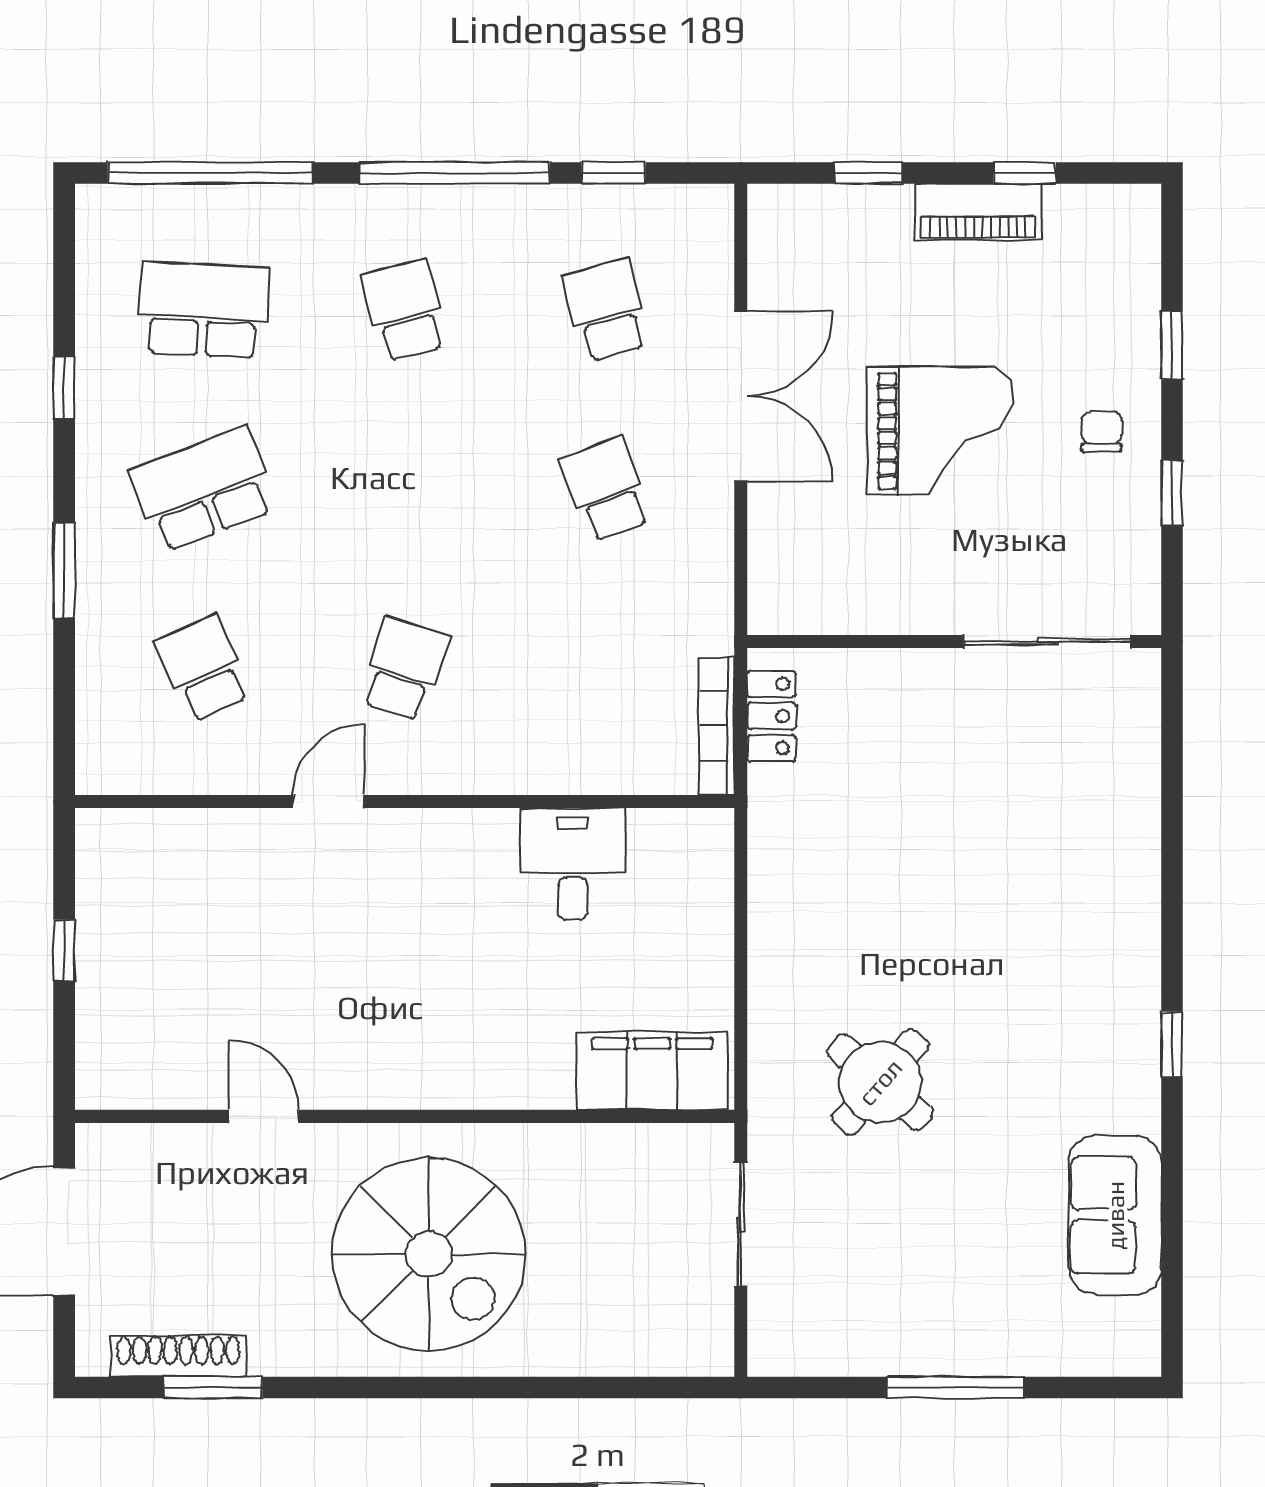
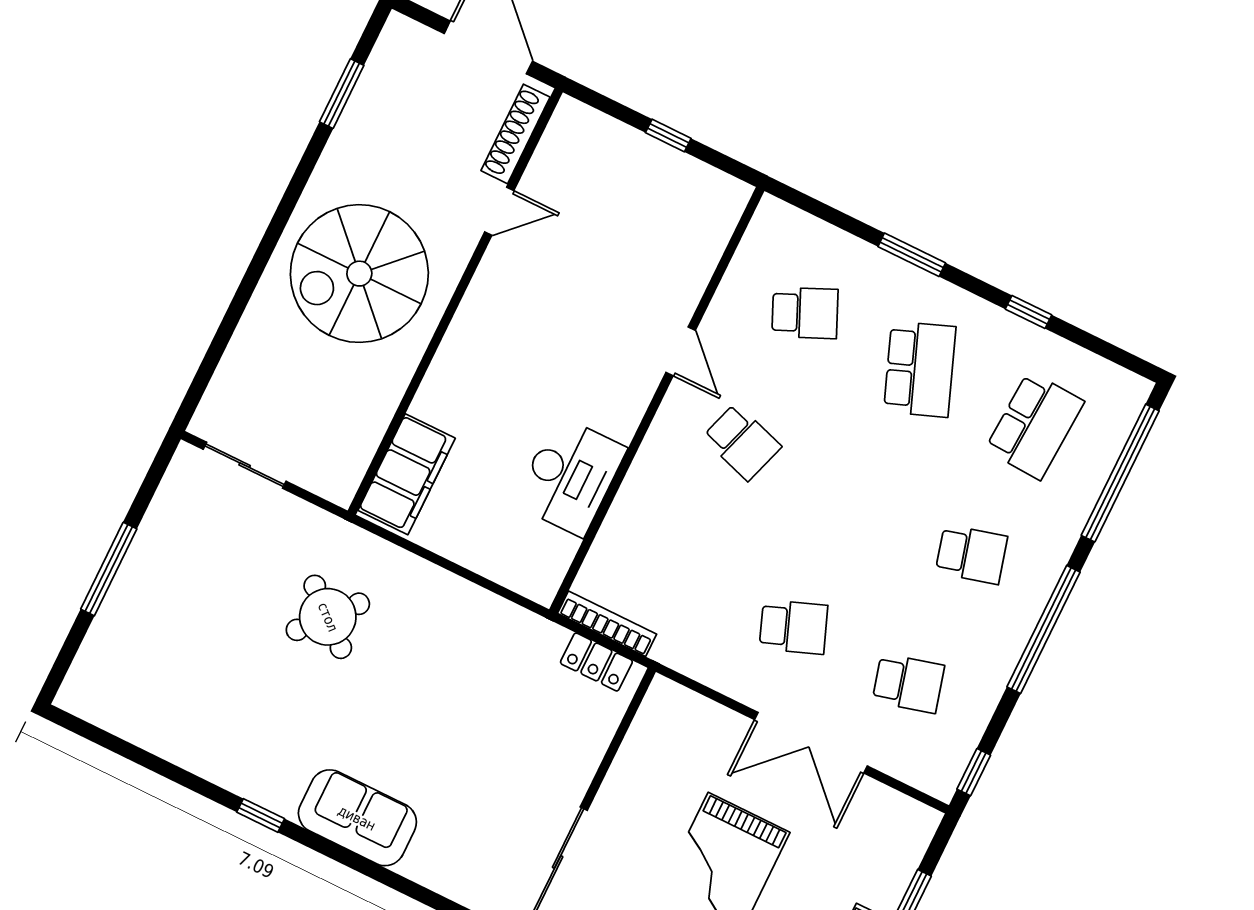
window: (614, 173) -> (974, 772), moved
desk: (573, 864) -> (570, 476), width x1.37
sofa: (1115, 1215) -> (357, 818), moved
sliding door: (741, 1224) -> (245, 465), moved
shoe rack: (178, 1356) -> (516, 134), moved, turned 180

